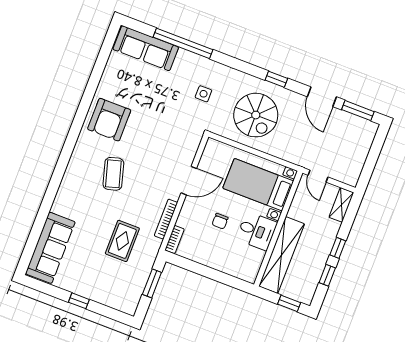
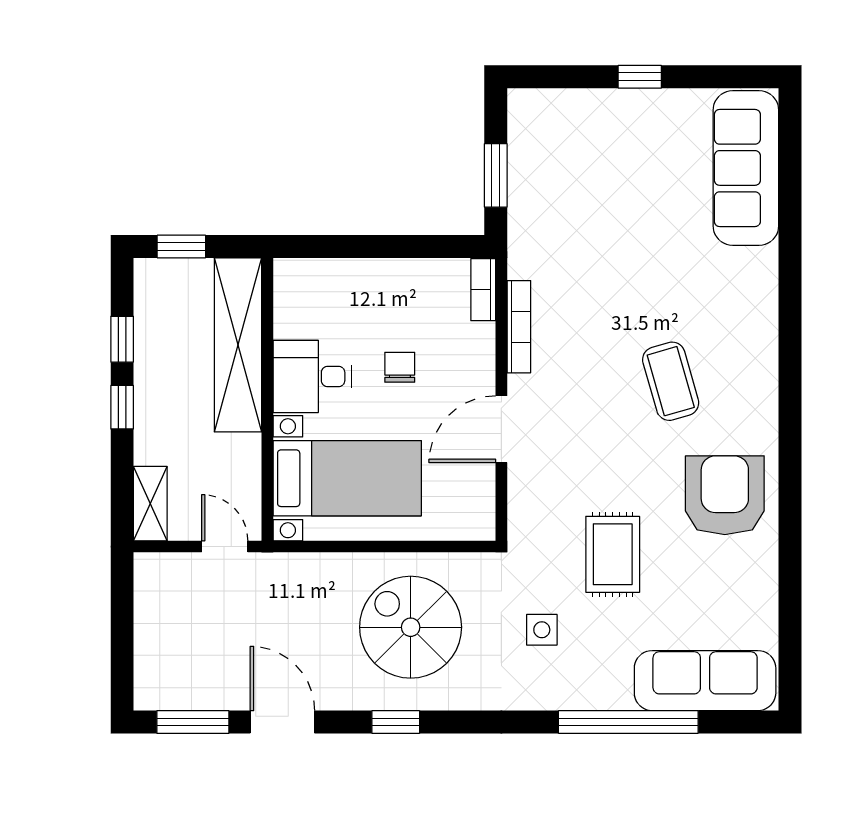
rug: (122, 241) -> (613, 554), moved

